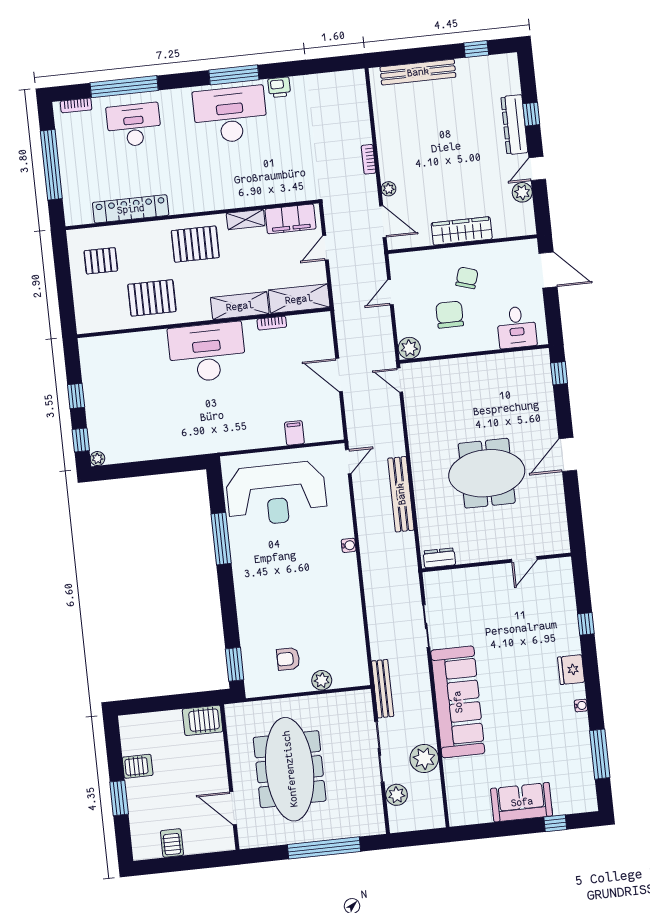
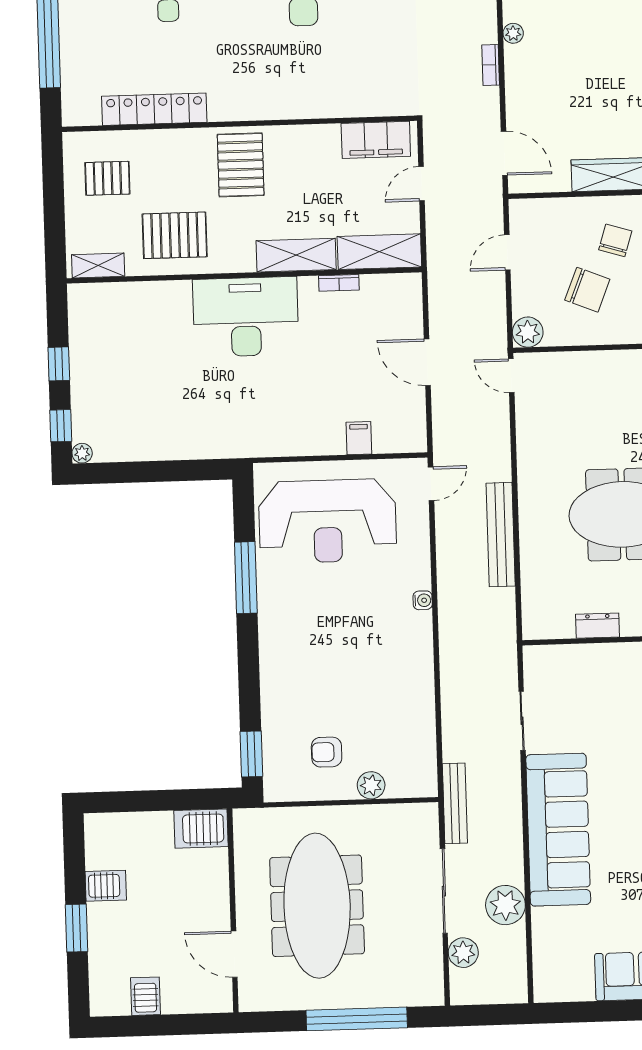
plant: (389, 189) -> (513, 33), moved
shelving: (246, 219) -> (98, 265), moved
pallet: (195, 244) -> (241, 165), turned 90
chair: (450, 315) -> (587, 290), turned 112
dresser: (439, 558) -> (598, 626), moved

